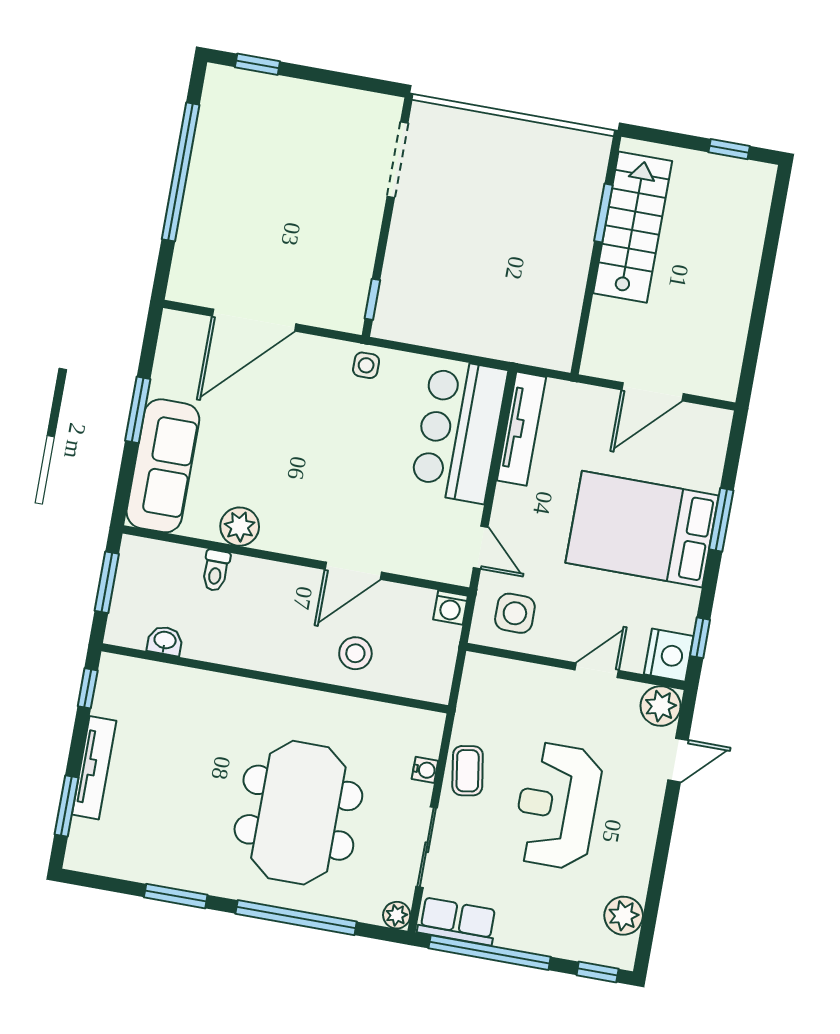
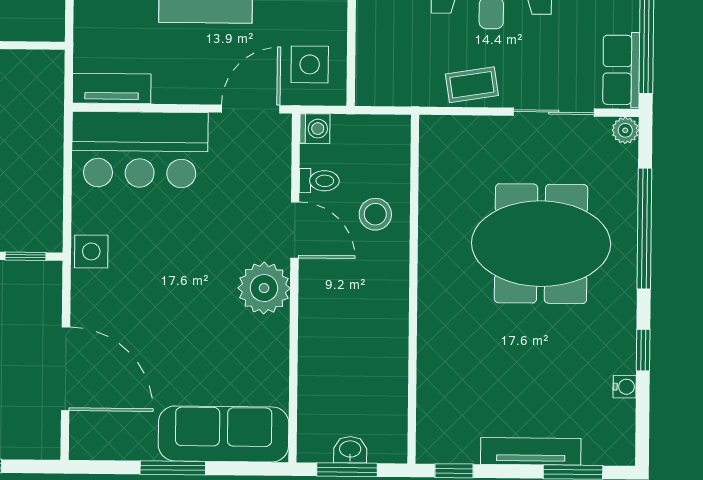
side table: (366, 365) -> (91, 251), width x1.37, depth x1.37
tv unit: (521, 429) -> (112, 88), width x0.71
plant: (240, 527) -> (264, 288), moved, width x1.36, depth x1.36
door: (481, 547) -> (251, 109), width x1.37
toilet: (216, 570) -> (319, 181), moved
washbasin: (165, 641) -> (350, 450), moved, turned 90
water cooler: (425, 770) -> (625, 387), moved, turned 90
window: (176, 896) -> (643, 350), width x0.67

